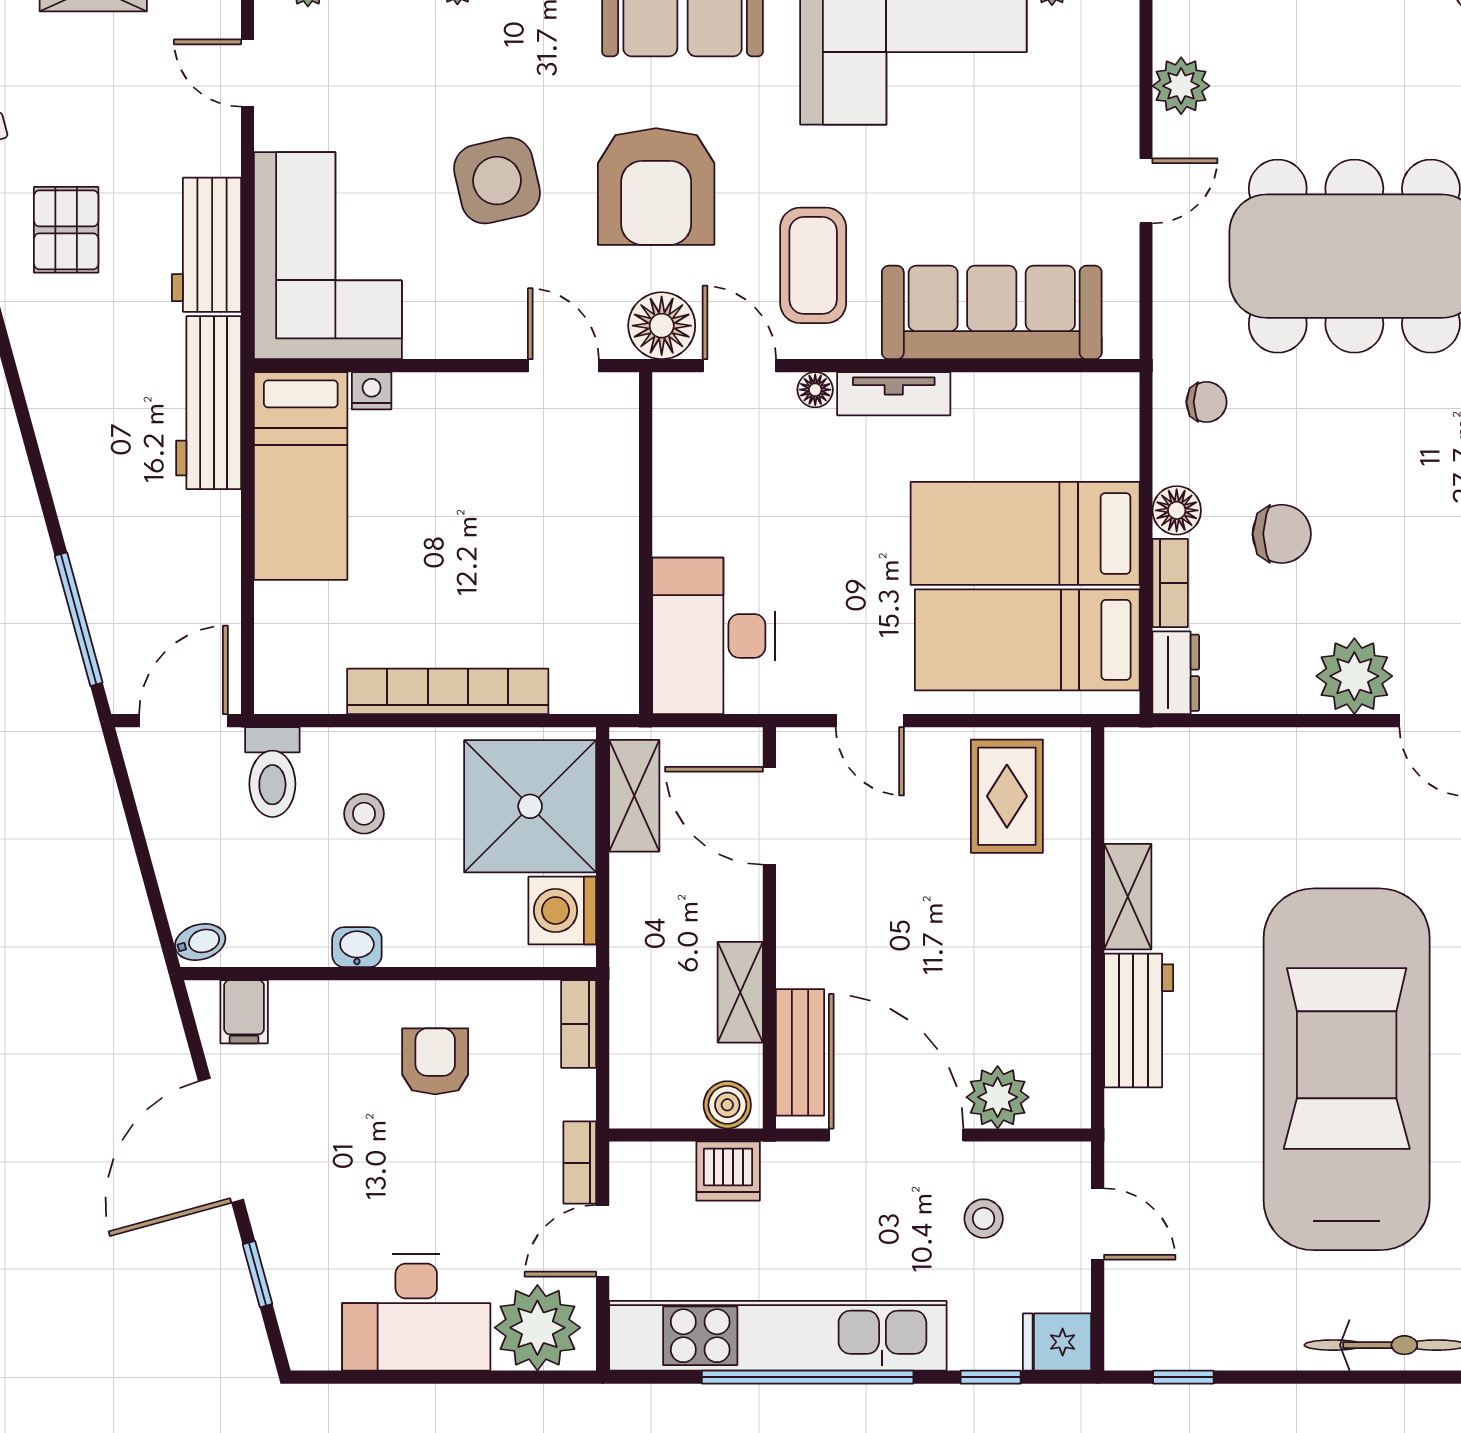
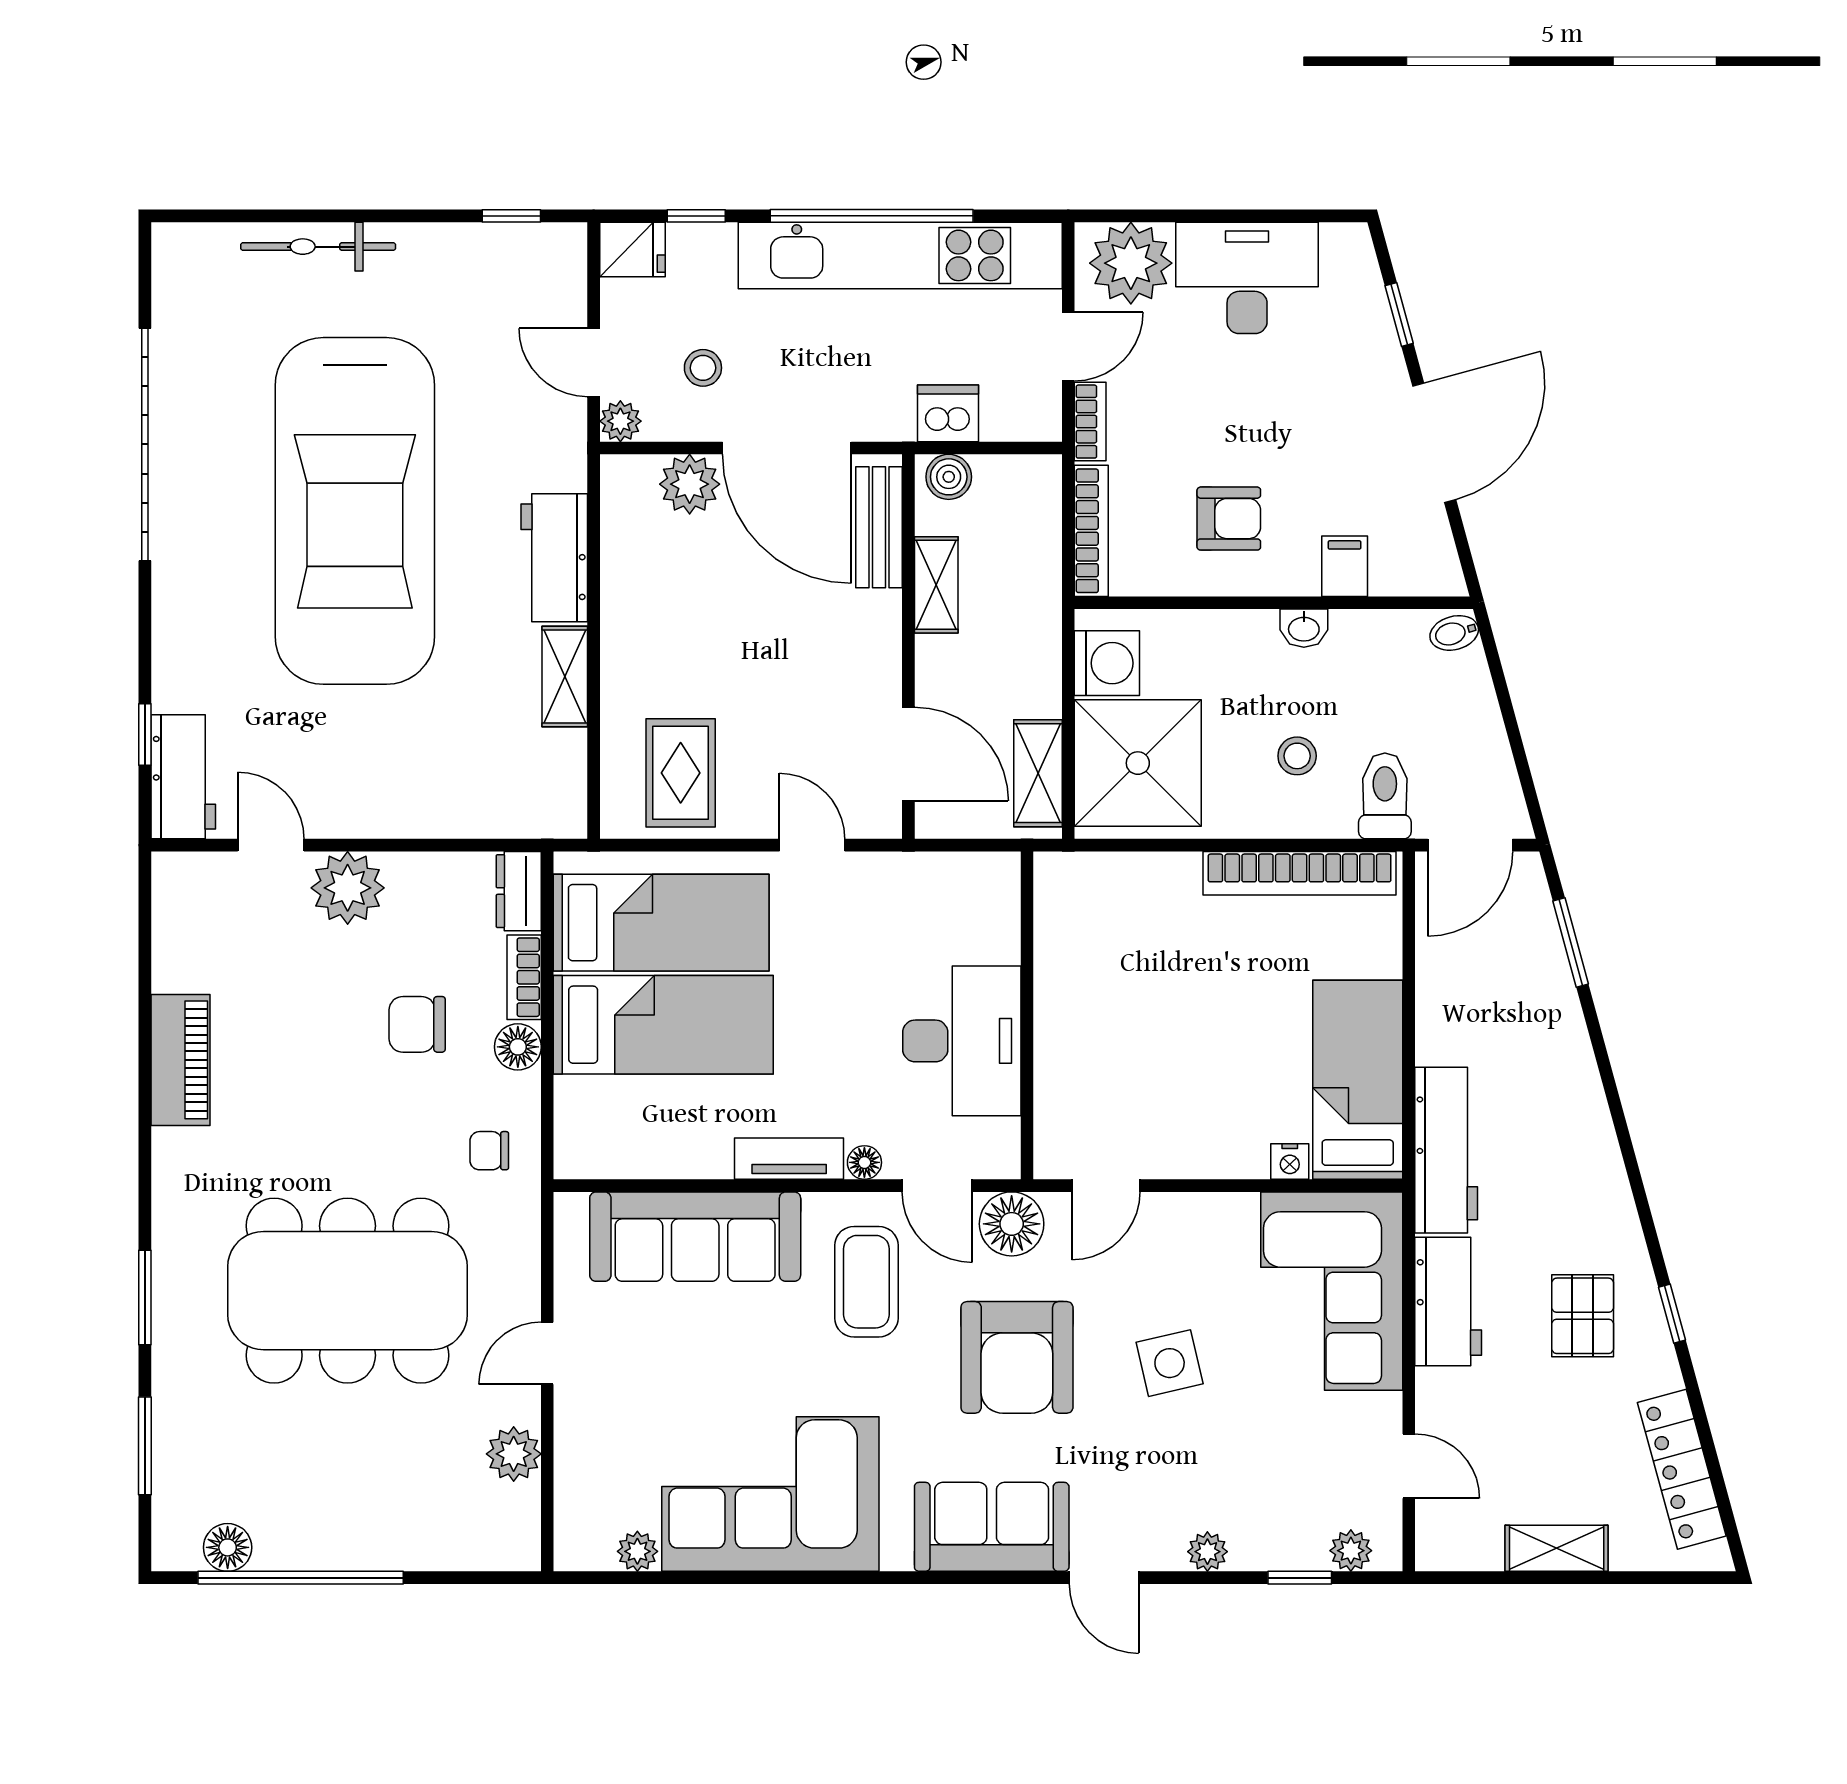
side table: (497, 181) -> (1170, 1363), width x0.73, depth x0.73
armchair: (656, 186) -> (1017, 1357), turned 180
door: (563, 366) -> (1106, 1186), hinge flipped
window: (79, 619) -> (1571, 942), width x0.69
desk: (714, 636) -> (962, 1041), moved
bookcase: (448, 691) -> (1300, 873), moved
filing cabinet: (244, 1012) -> (1345, 566), moved
bookcase: (579, 1024) -> (1091, 531), width x1.56
armchair: (435, 1061) -> (1229, 519), turned -90
plant: (1070, 1163) -> (620, 421), added

